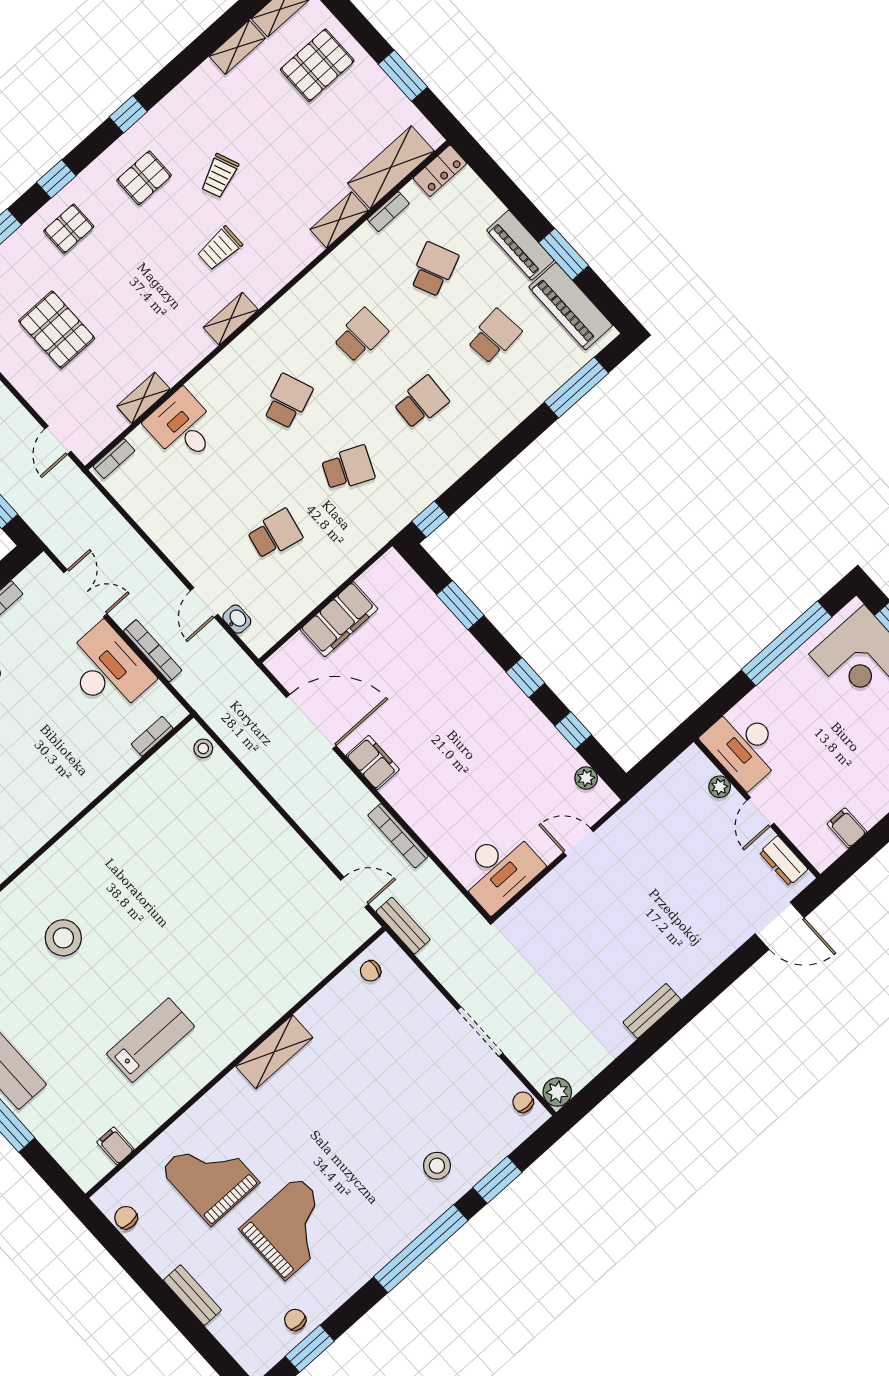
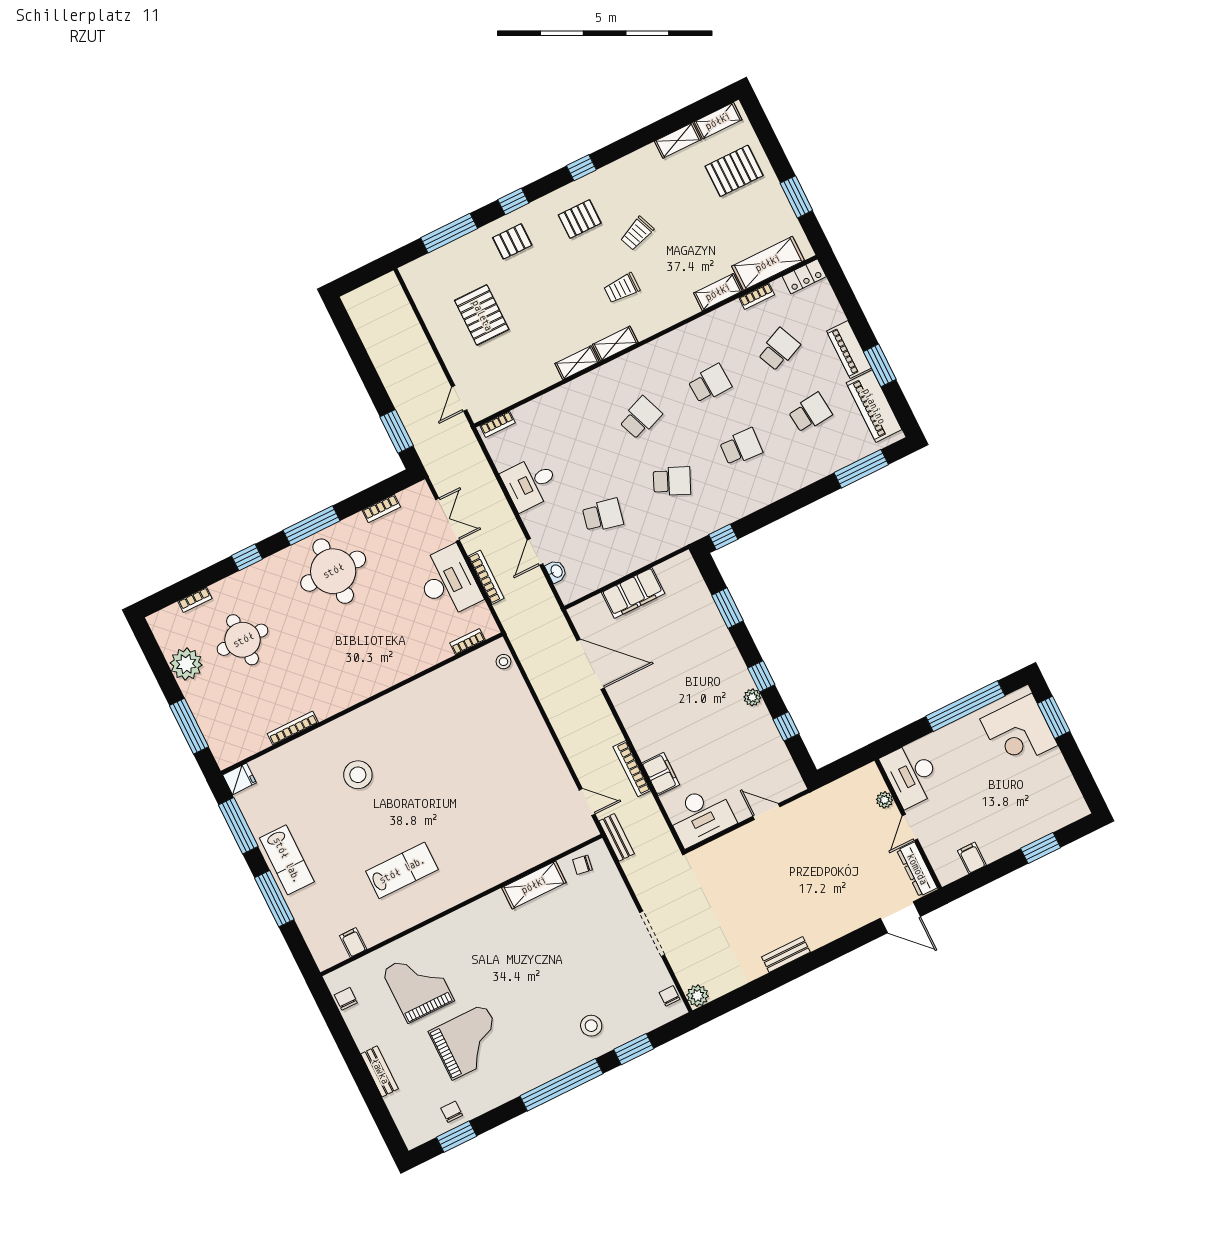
shelving: (143, 398) -> (577, 363), moved
desk: (182, 427) -> (530, 483), moved, turned -90
filing cabinet: (373, 763) -> (661, 774), moved
plant: (586, 778) -> (752, 697), moved
dresser: (783, 861) -> (917, 869), width x1.44
shelving: (274, 1052) -> (534, 885), moved

